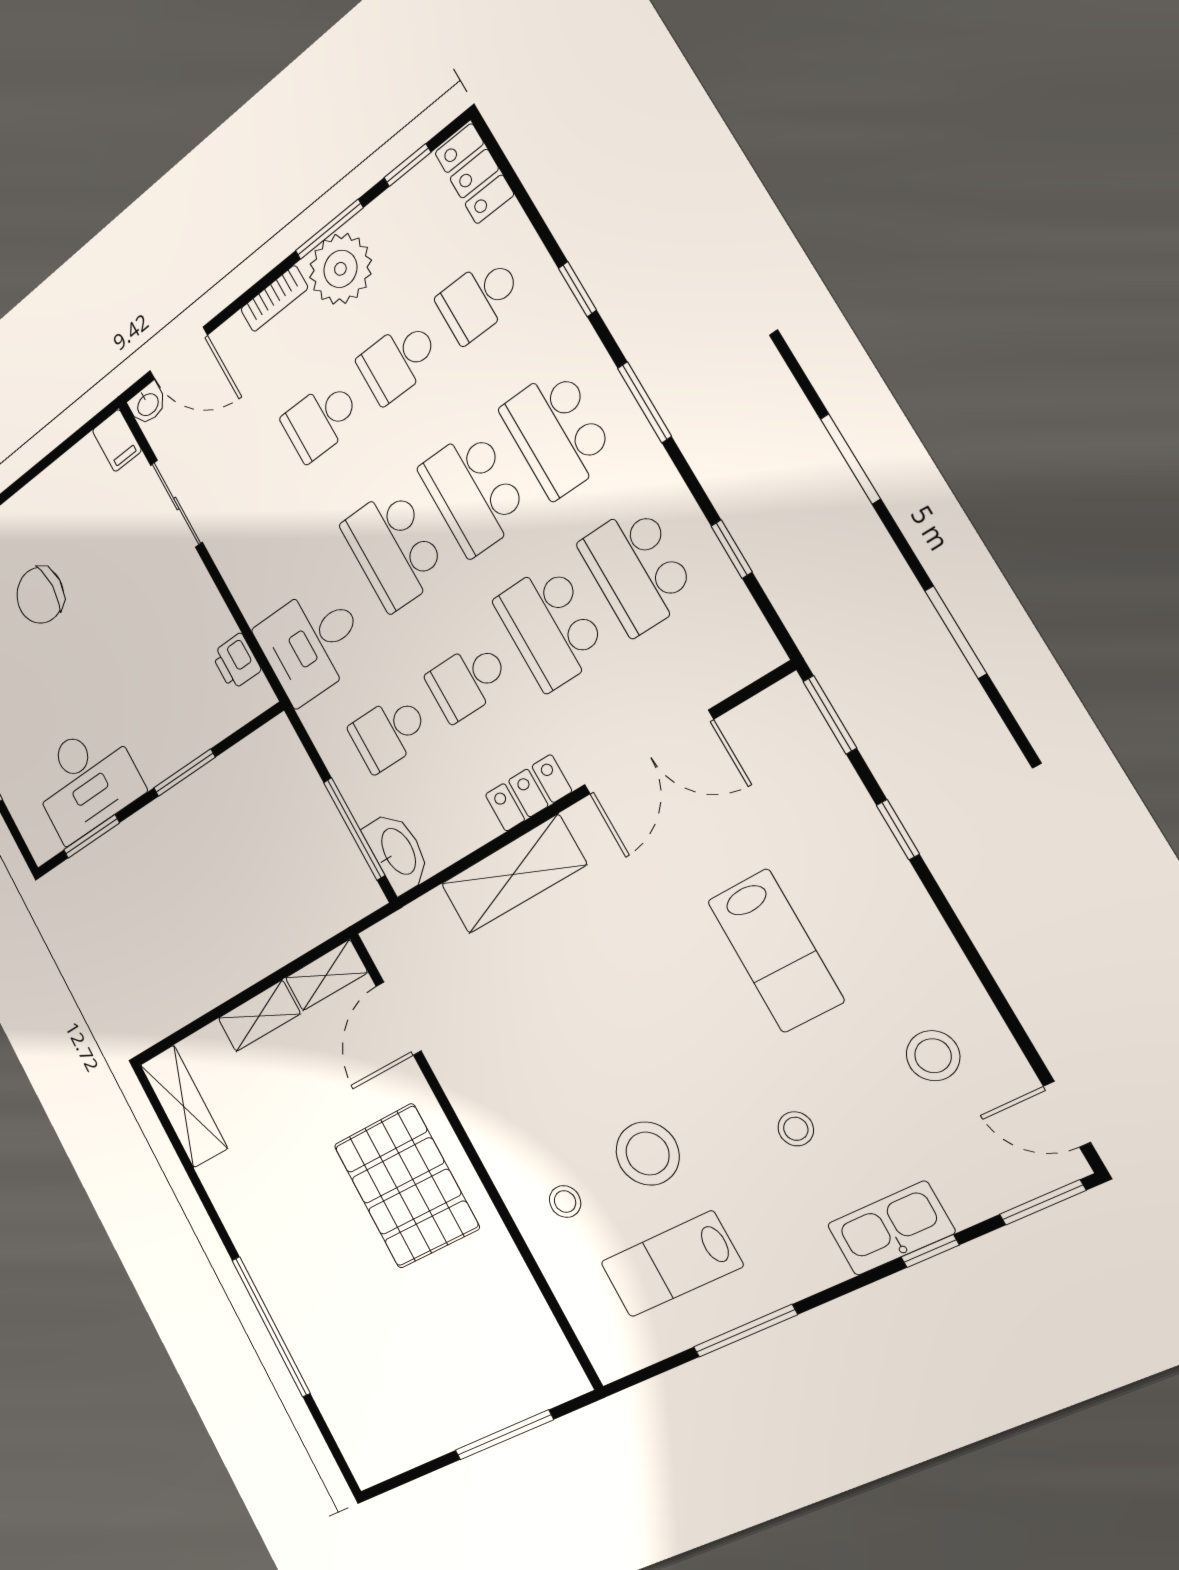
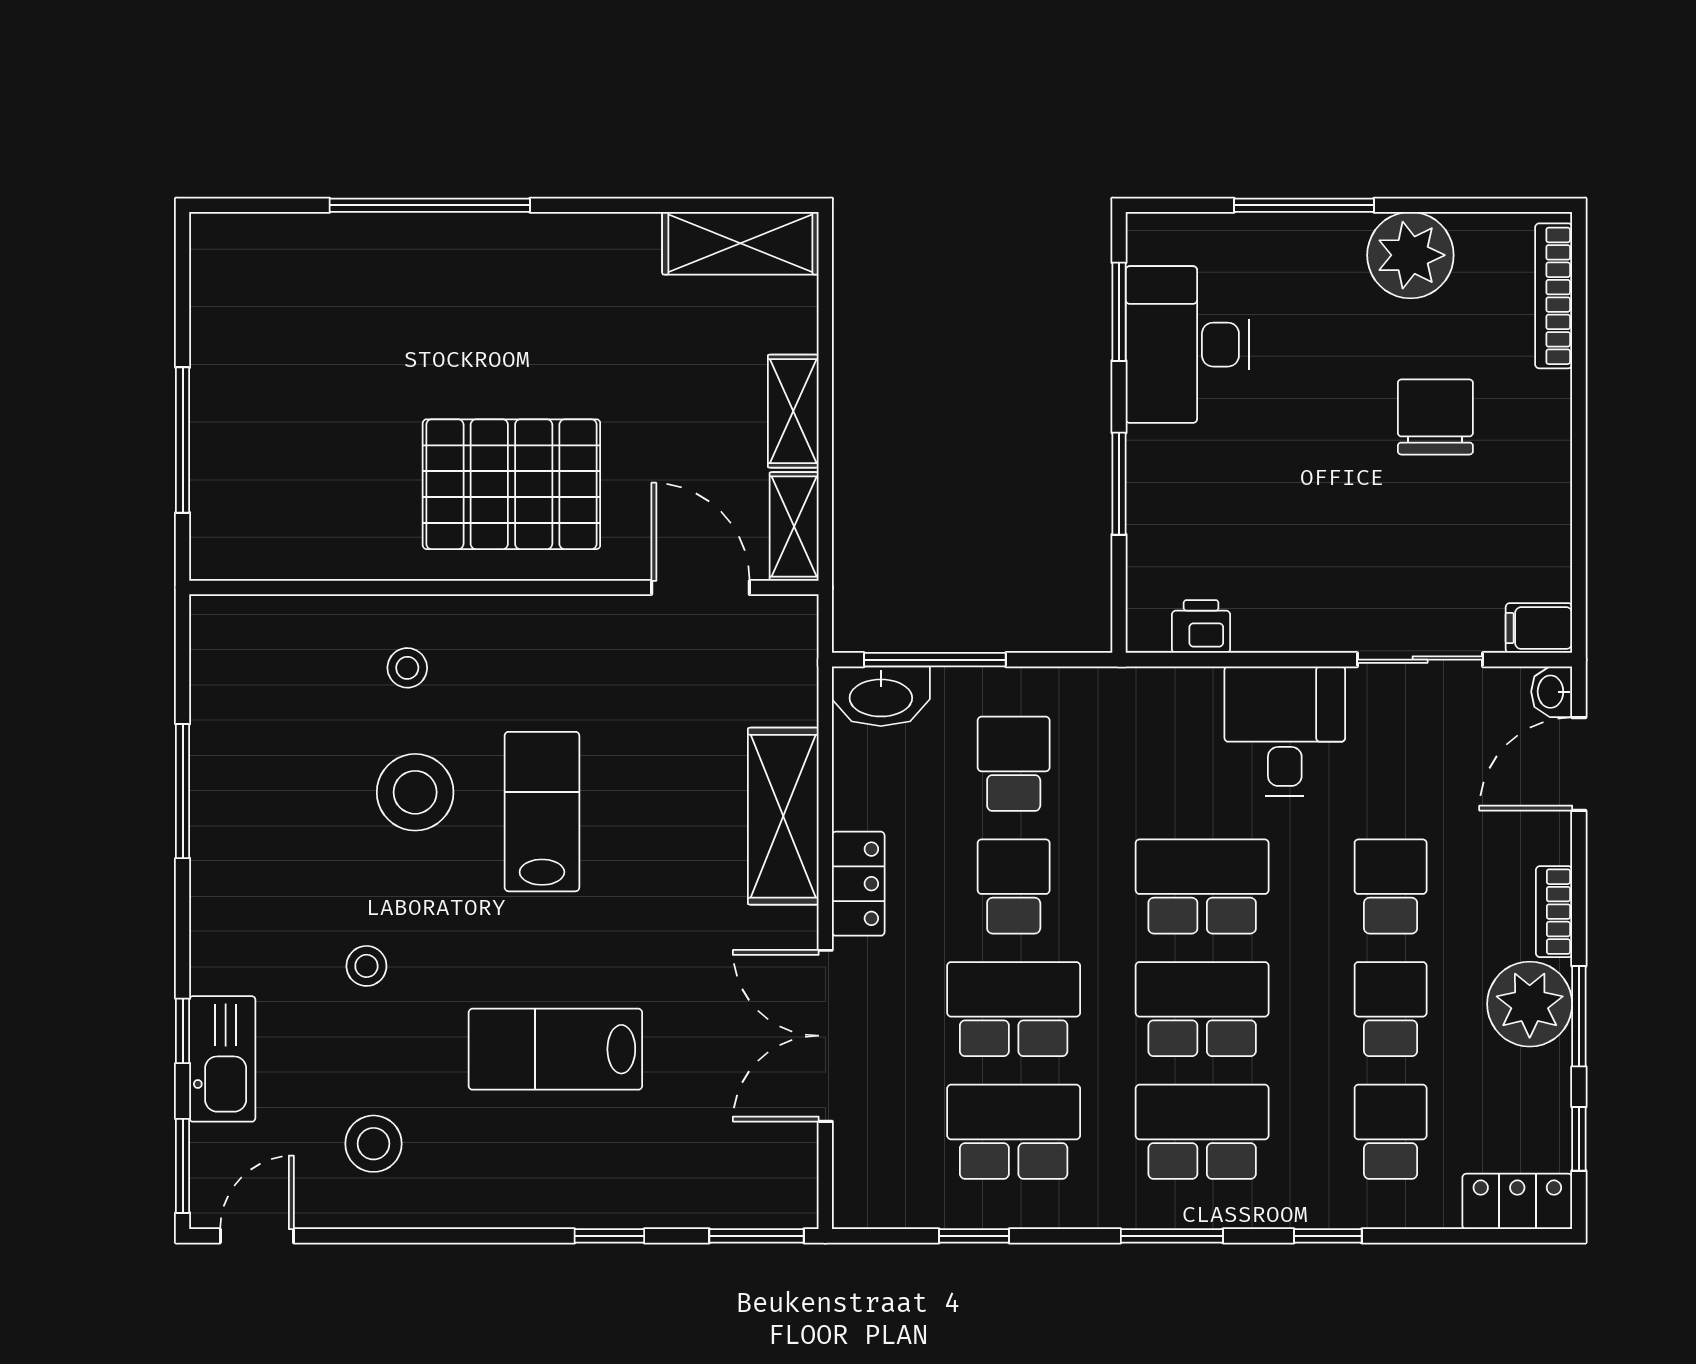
desk: (312, 643) -> (1285, 731), moved
kitchen sink: (891, 1228) -> (222, 1059), moved
lab bench: (671, 1264) -> (542, 812), moved

